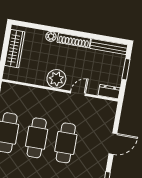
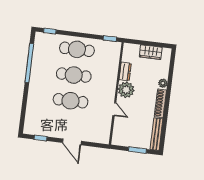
wardrobe: (15, 49) -> (151, 52), width x0.67
dresser: (109, 92) -> (125, 72), moved

